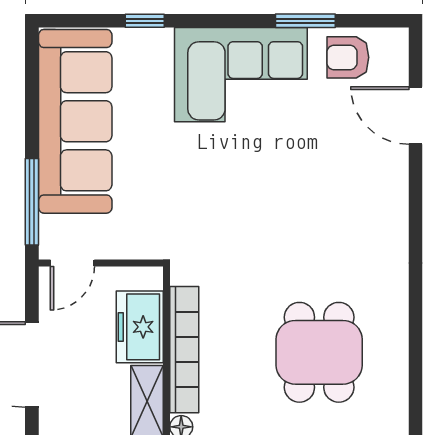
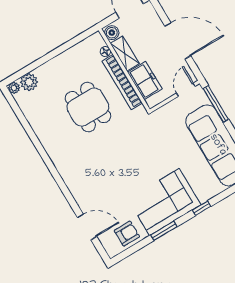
window: (145, 21) -> (201, 208), moved
window: (305, 21) -> (164, 231), moved
dining table: (319, 352) -> (88, 107), moved

